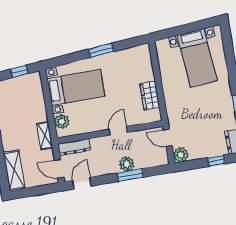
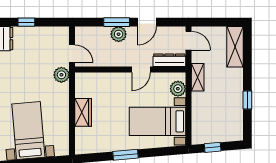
wardrobe: (150, 95) -> (83, 112), moved
door: (118, 131) -> (141, 69), moved
plant: (181, 155) -> (61, 75), moved
door: (82, 183) -> (147, 22), moved

